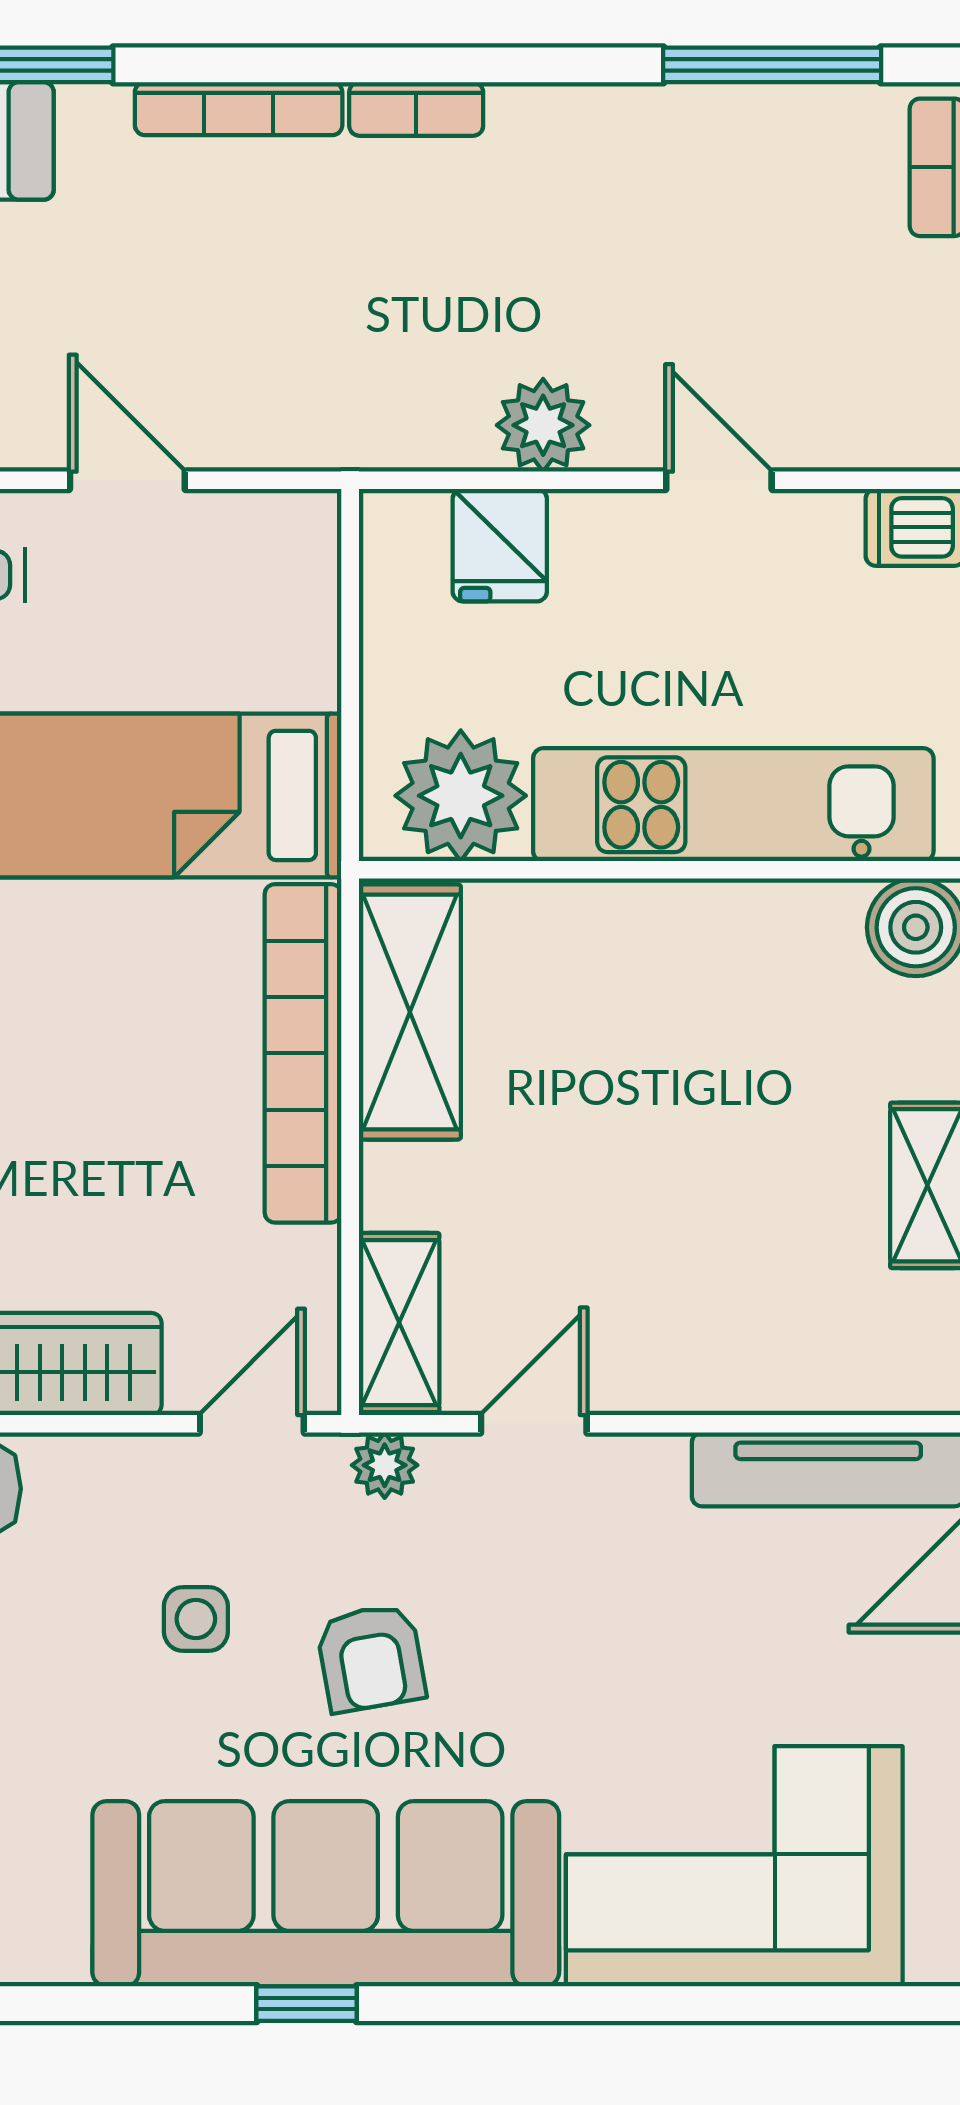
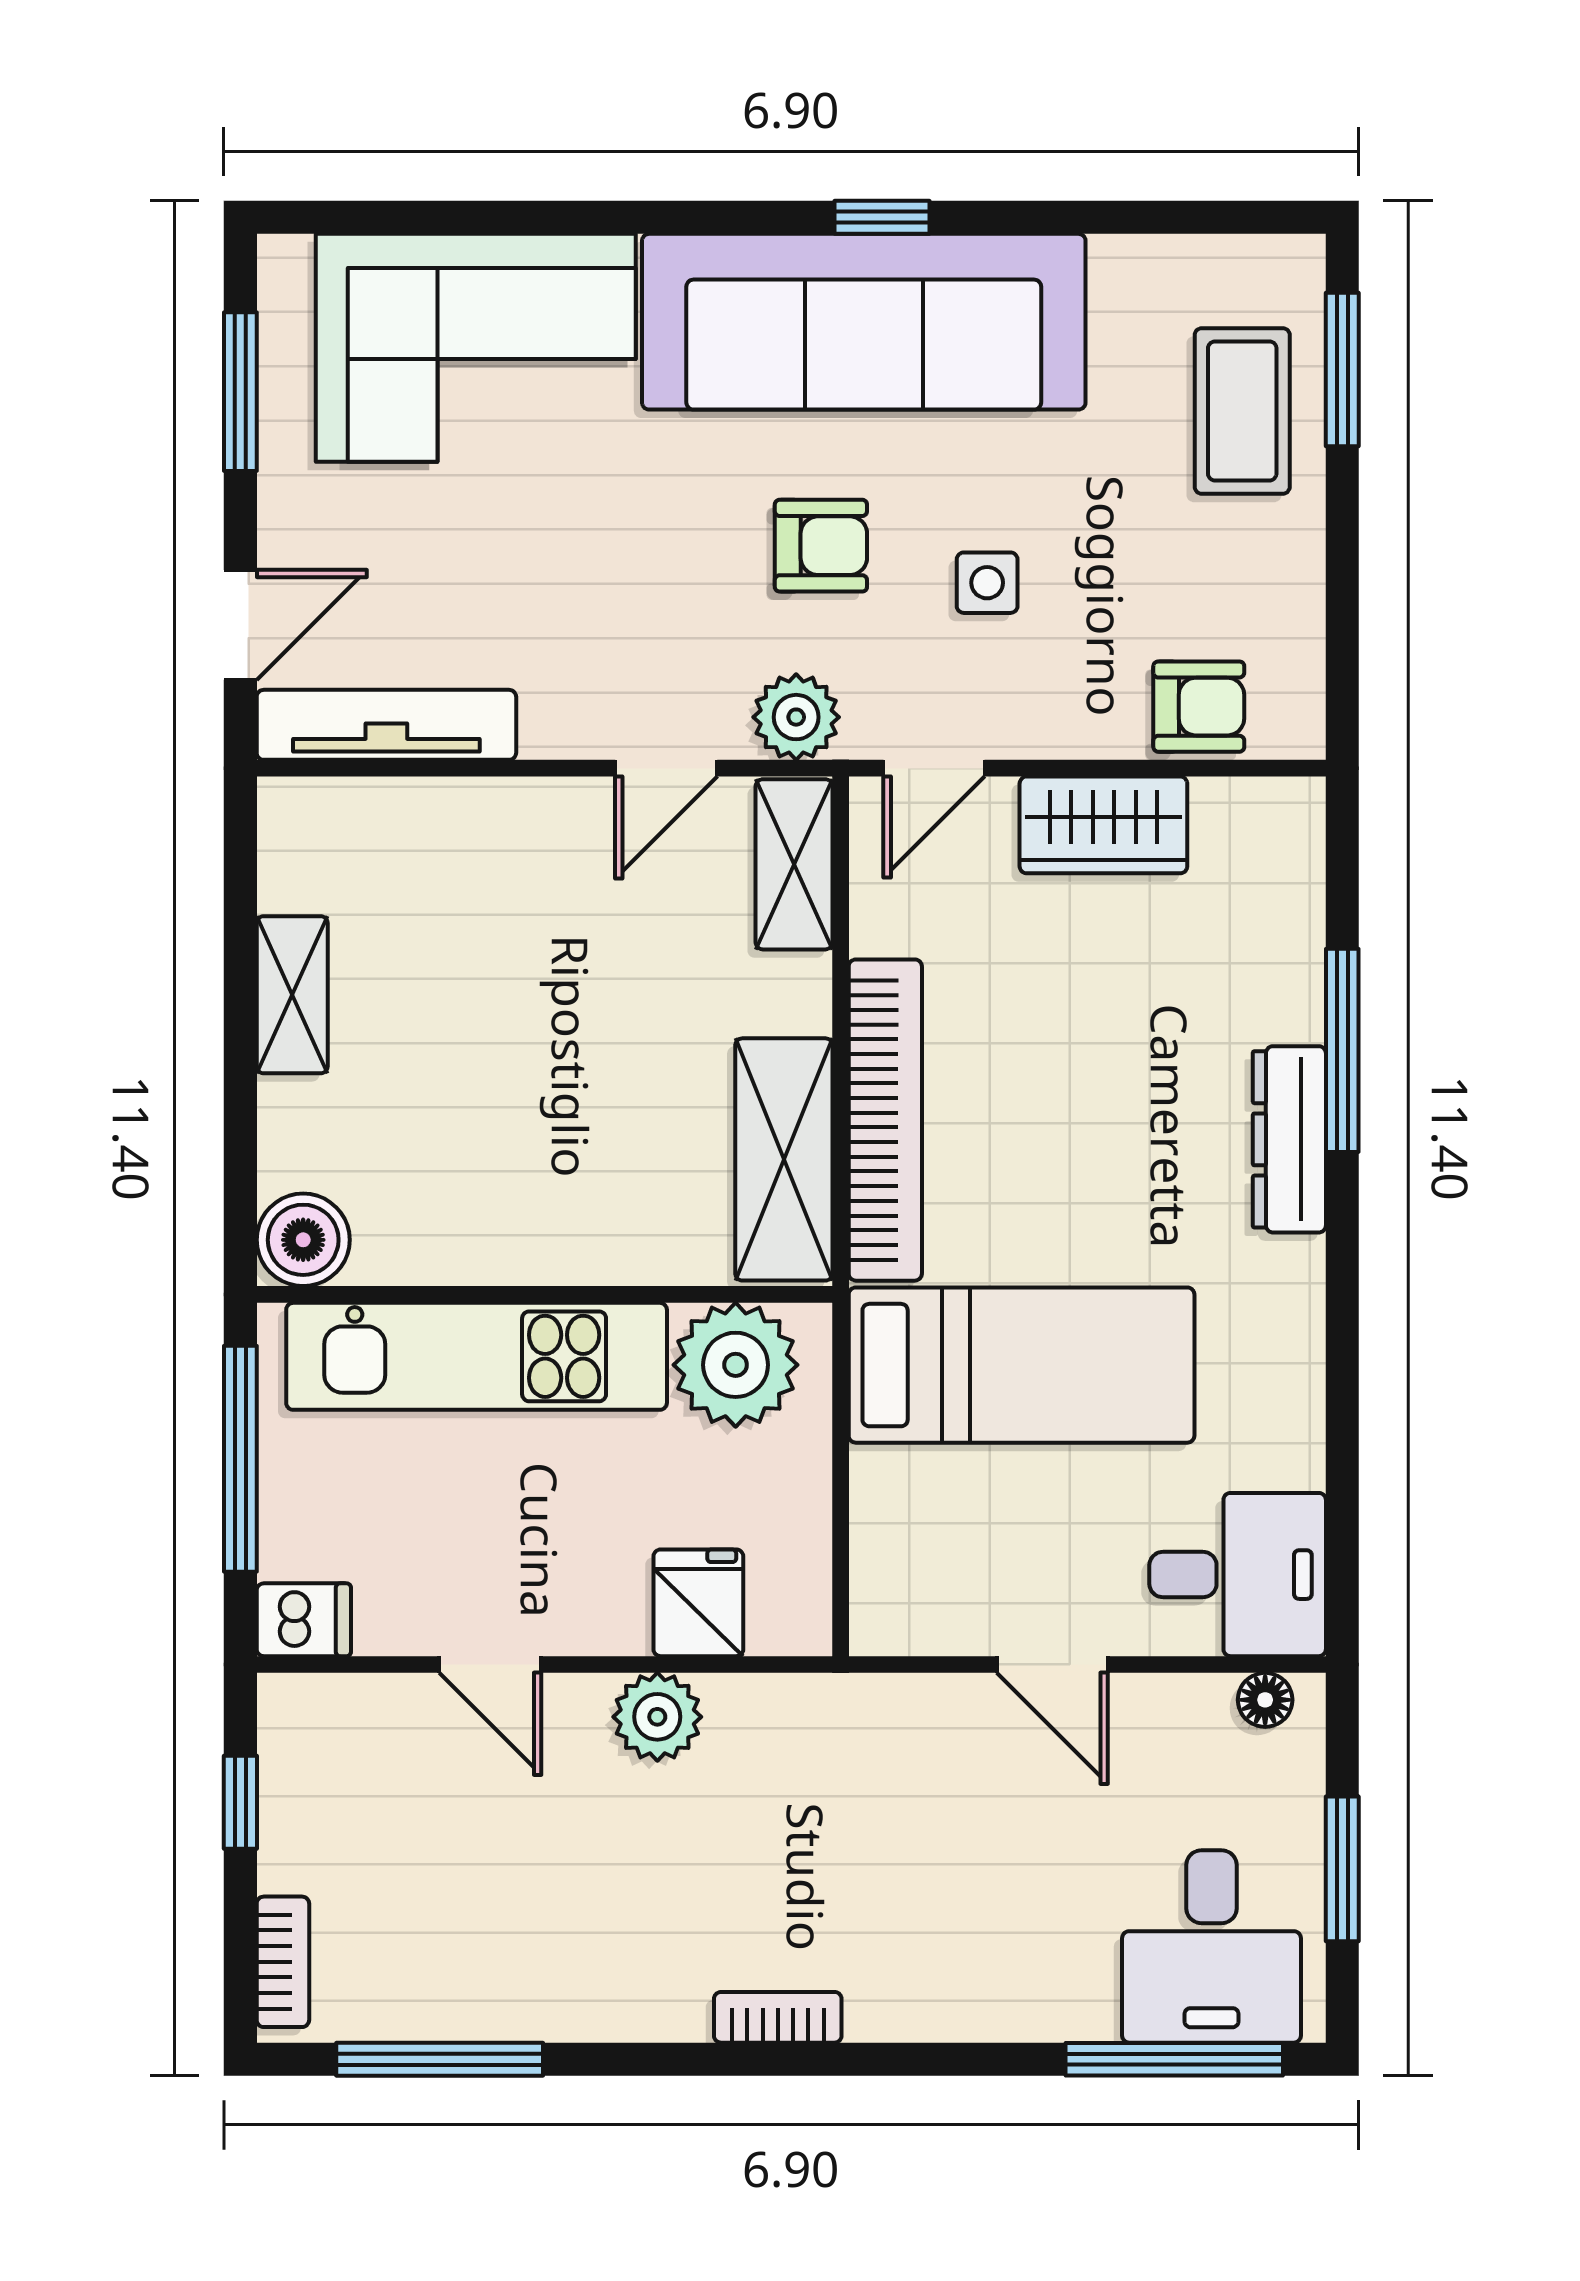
bookcase: (239, 109) -> (947, 2018), removed
plant: (385, 1465) -> (796, 717), width x1.38, depth x1.38
armchair: (371, 1658) -> (821, 546), turned 100

